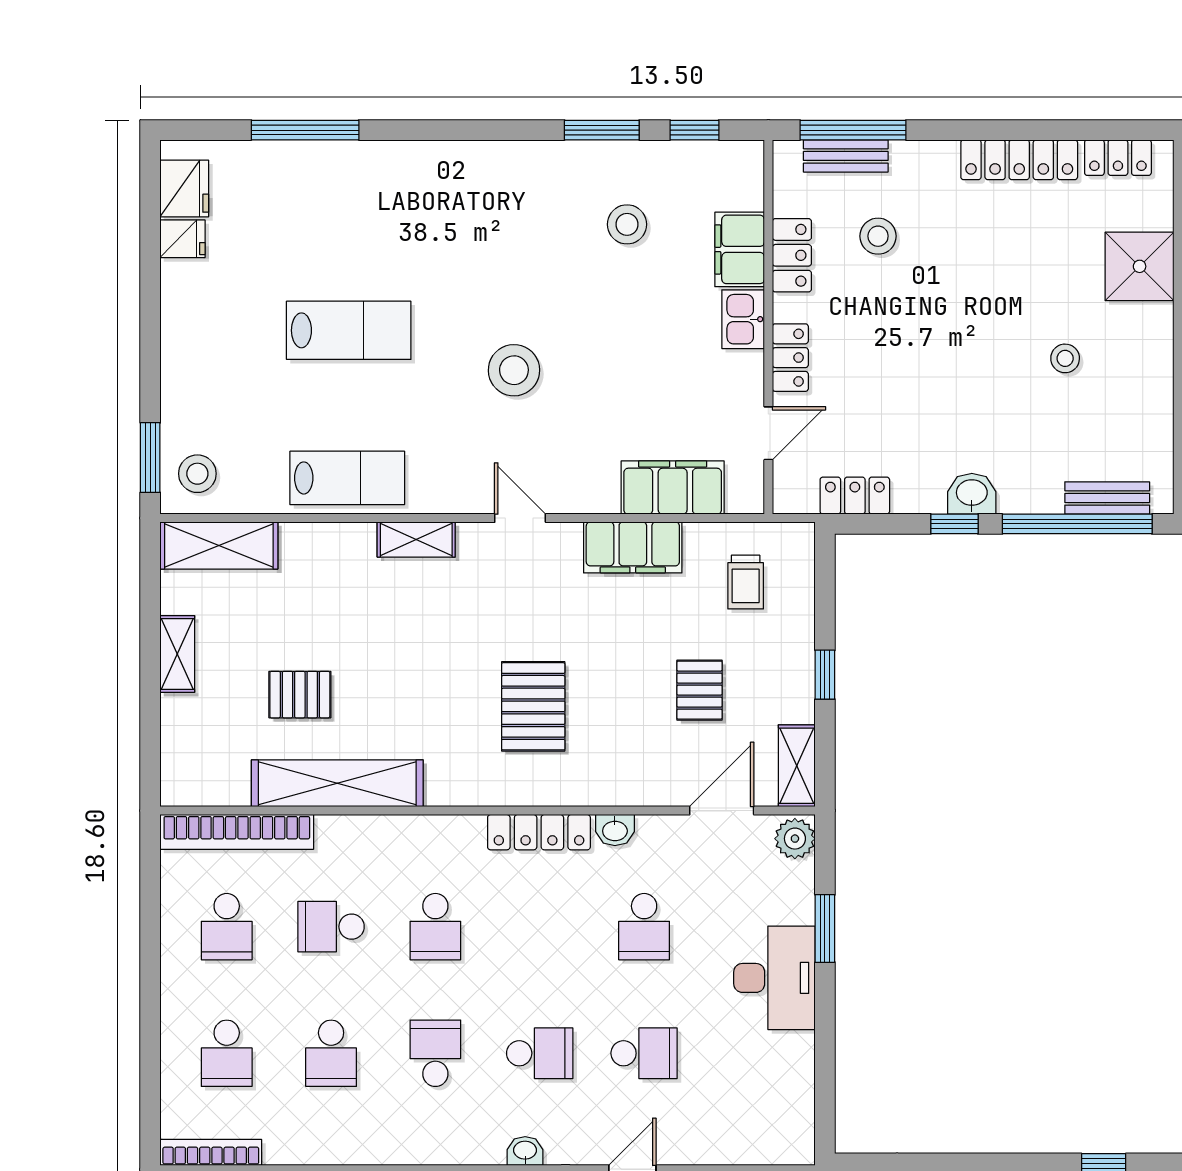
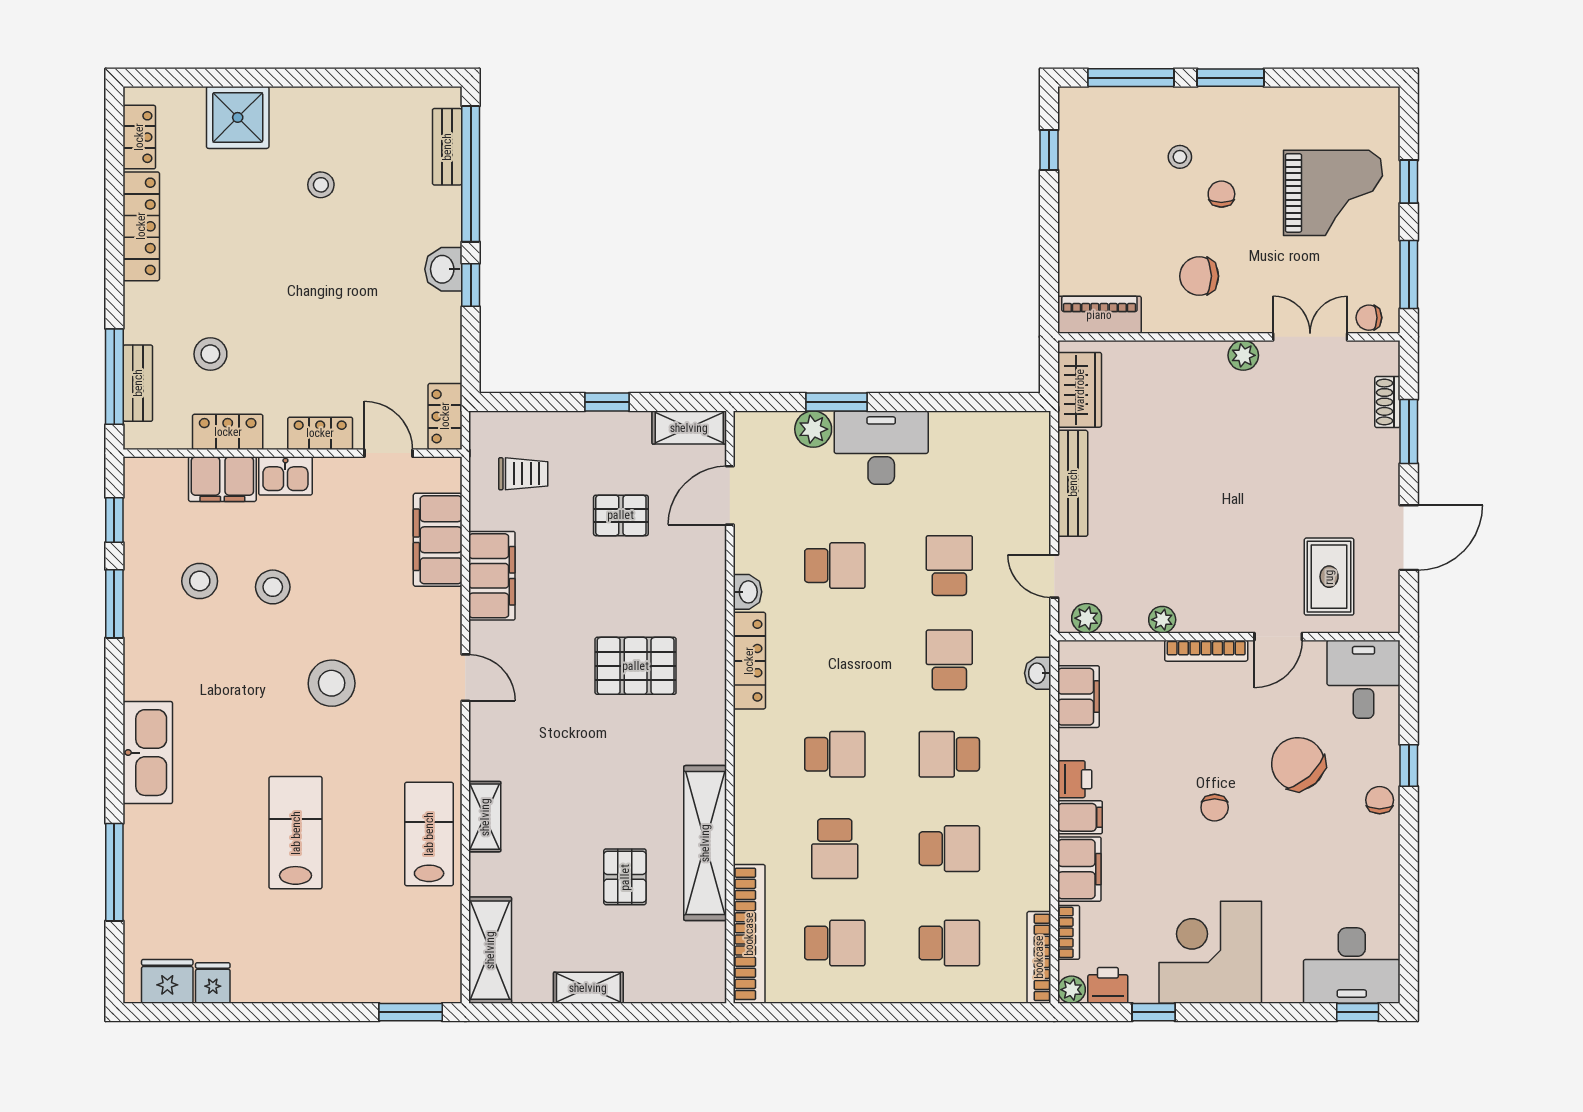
kitchen sink: (437, 167) -> (148, 753), added
stool: (197, 474) -> (273, 587), moved
locker: (855, 496) -> (445, 416), moved
door: (520, 518) -> (465, 678), swing flipped
shelving: (416, 540) -> (485, 817), moved
door: (722, 811) -> (730, 495), hinge flipped
plant: (795, 839) -> (813, 429), moved

